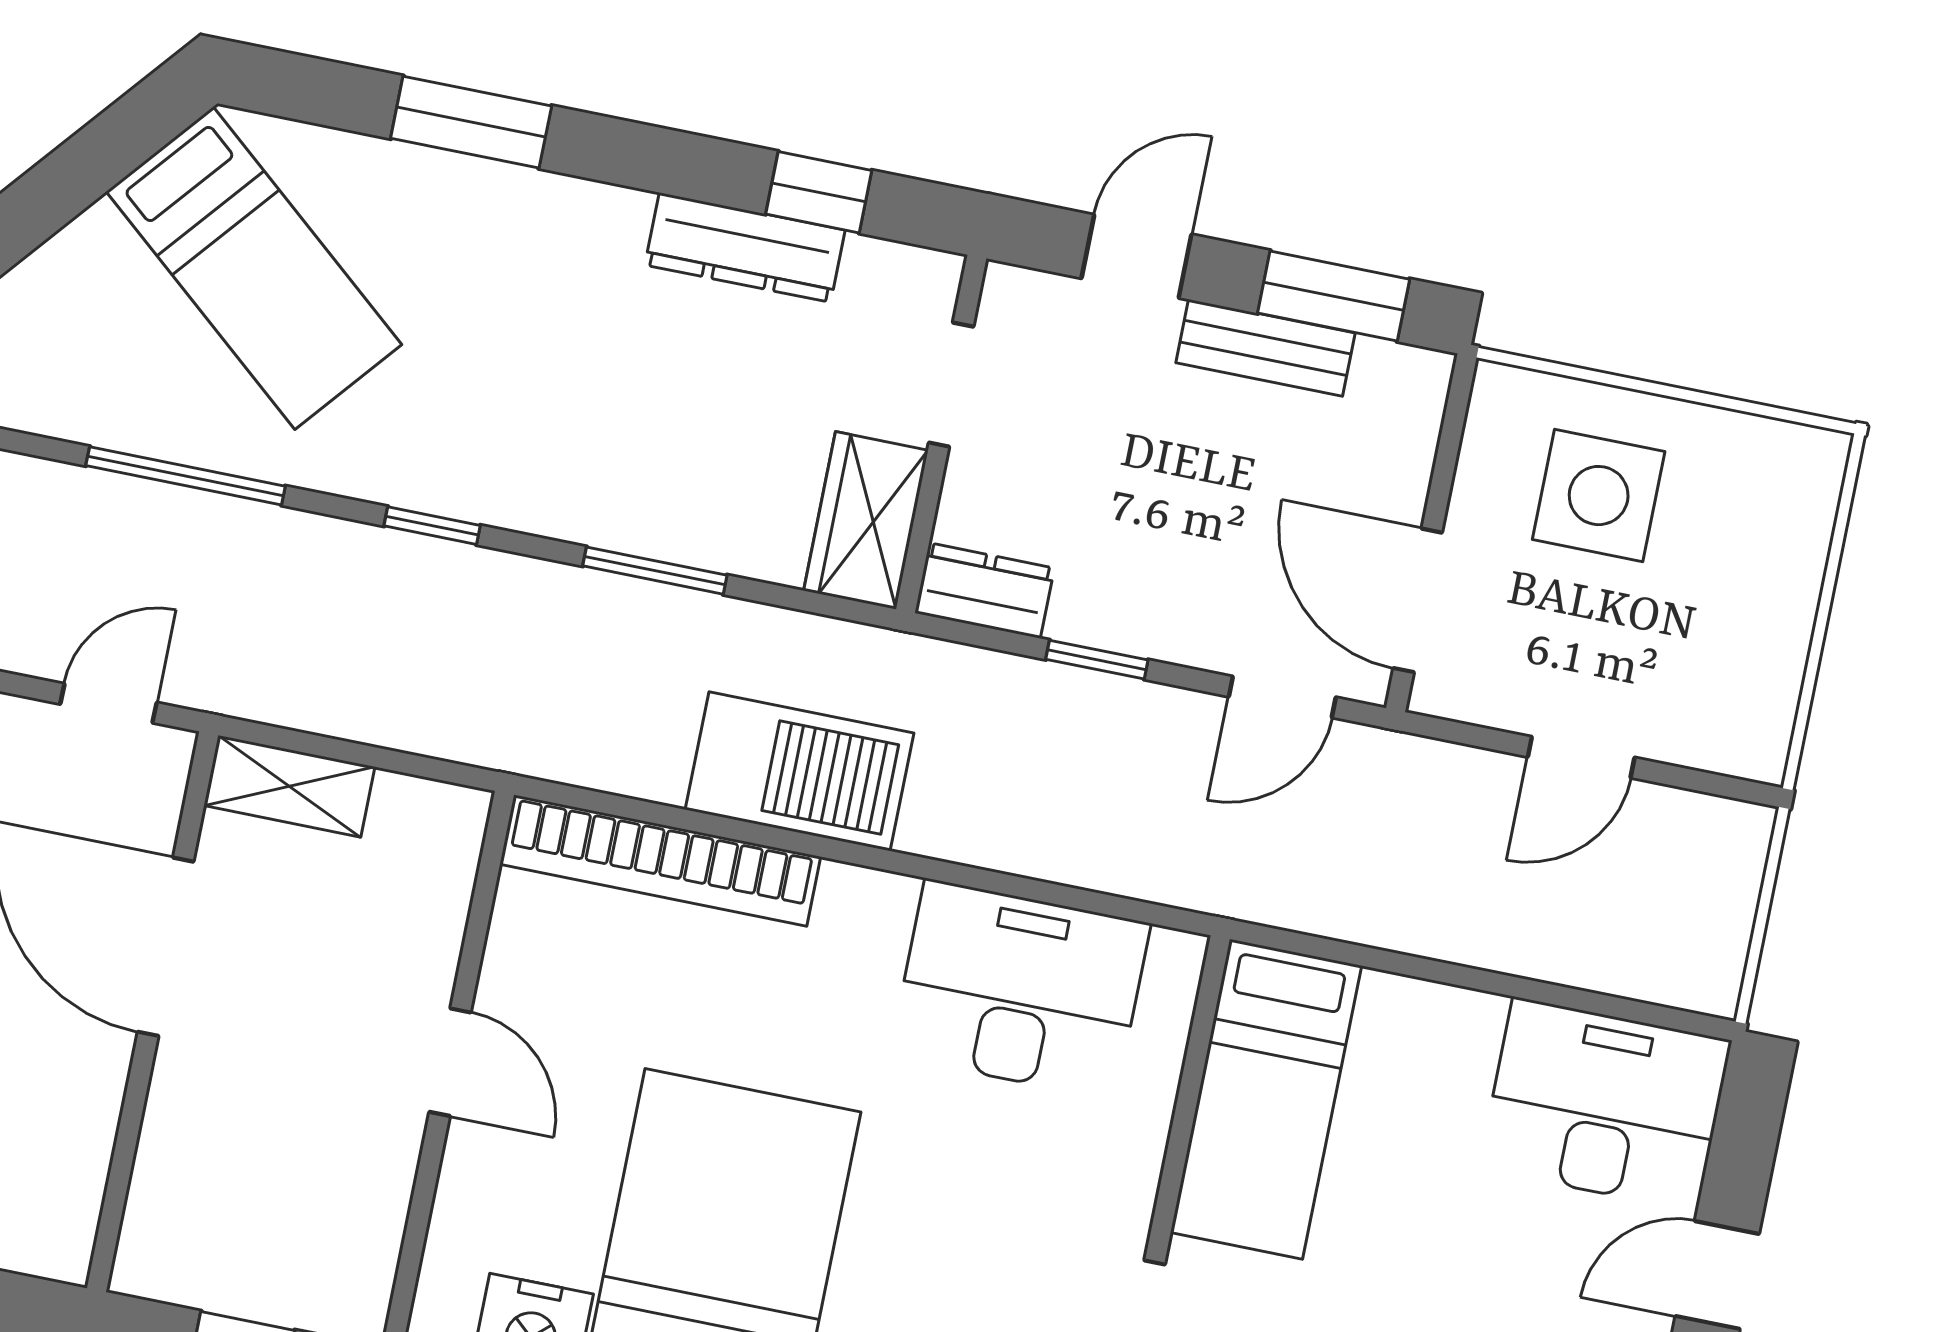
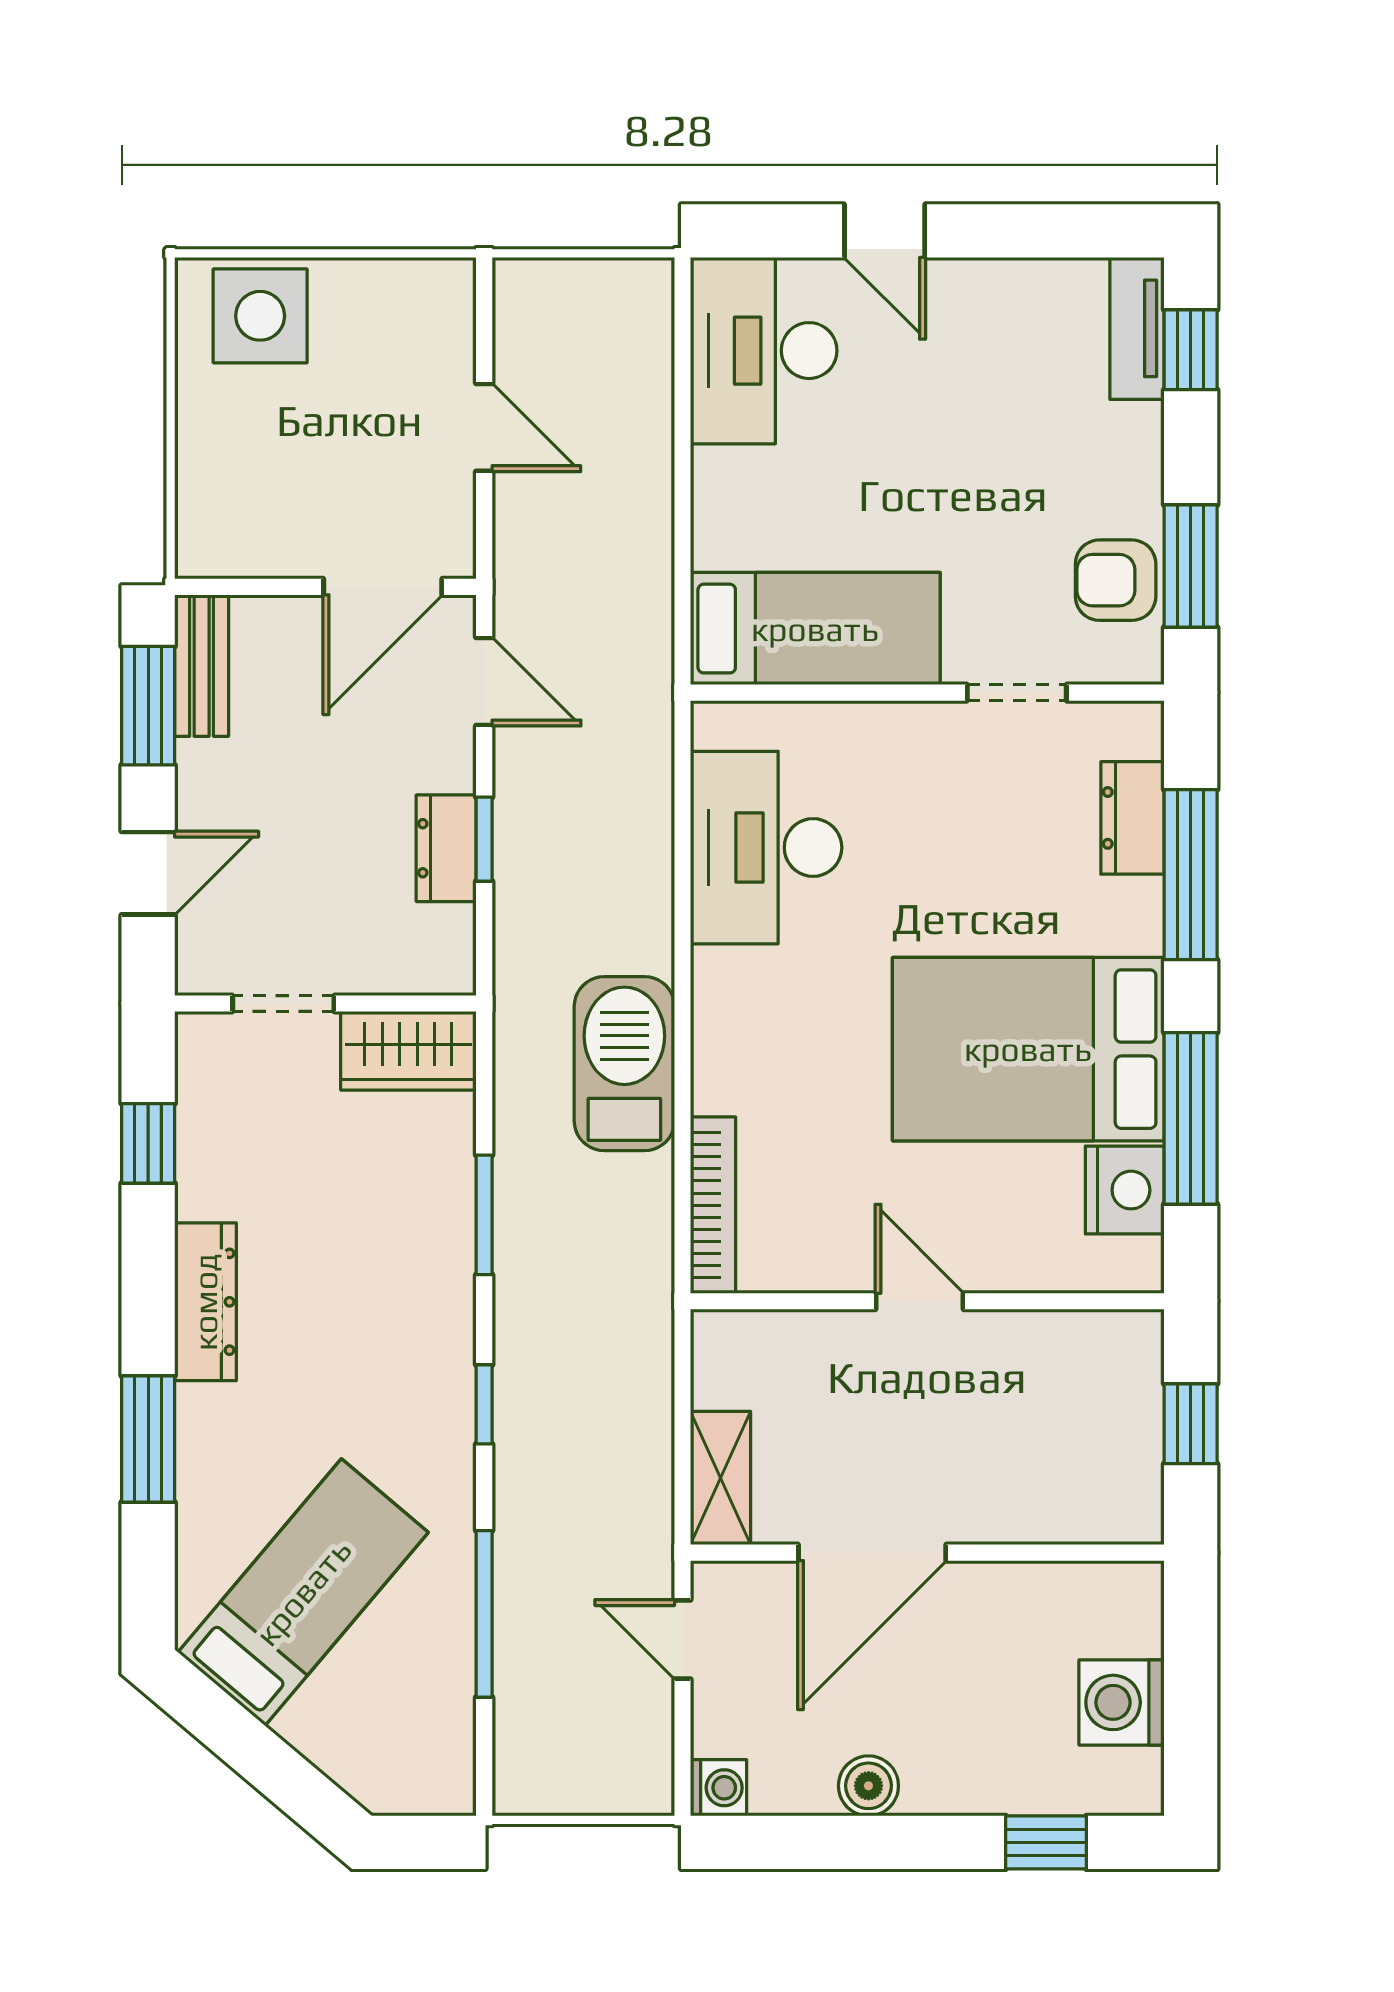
dresser: (745, 248) -> (205, 1302), moved
door: (1137, 256) -> (148, 873), swing flipped
bench: (1266, 348) -> (202, 666), moved
side table: (1599, 496) -> (260, 316), moved
dresser: (985, 591) -> (446, 848), moved
bookcase: (660, 860) -> (713, 1205), width x0.68, depth x0.76
door: (450, 1062) -> (920, 1301), hinge flipped

